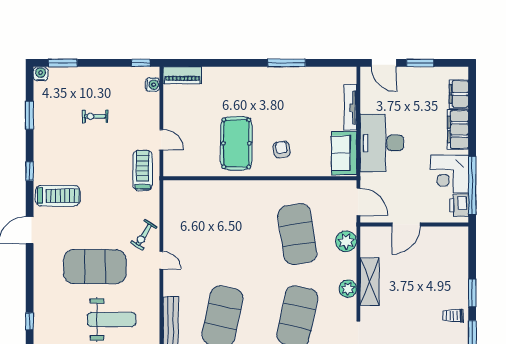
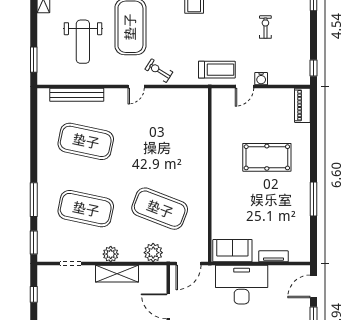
water cooler: (153, 85) -> (261, 79), moved
tv unit: (350, 107) -> (273, 256), width x0.71
pool table: (236, 143) -> (267, 157), moved
armchair: (282, 150) -> (236, 195), removed
exercise mat: (297, 234) -> (160, 209), turned 30

